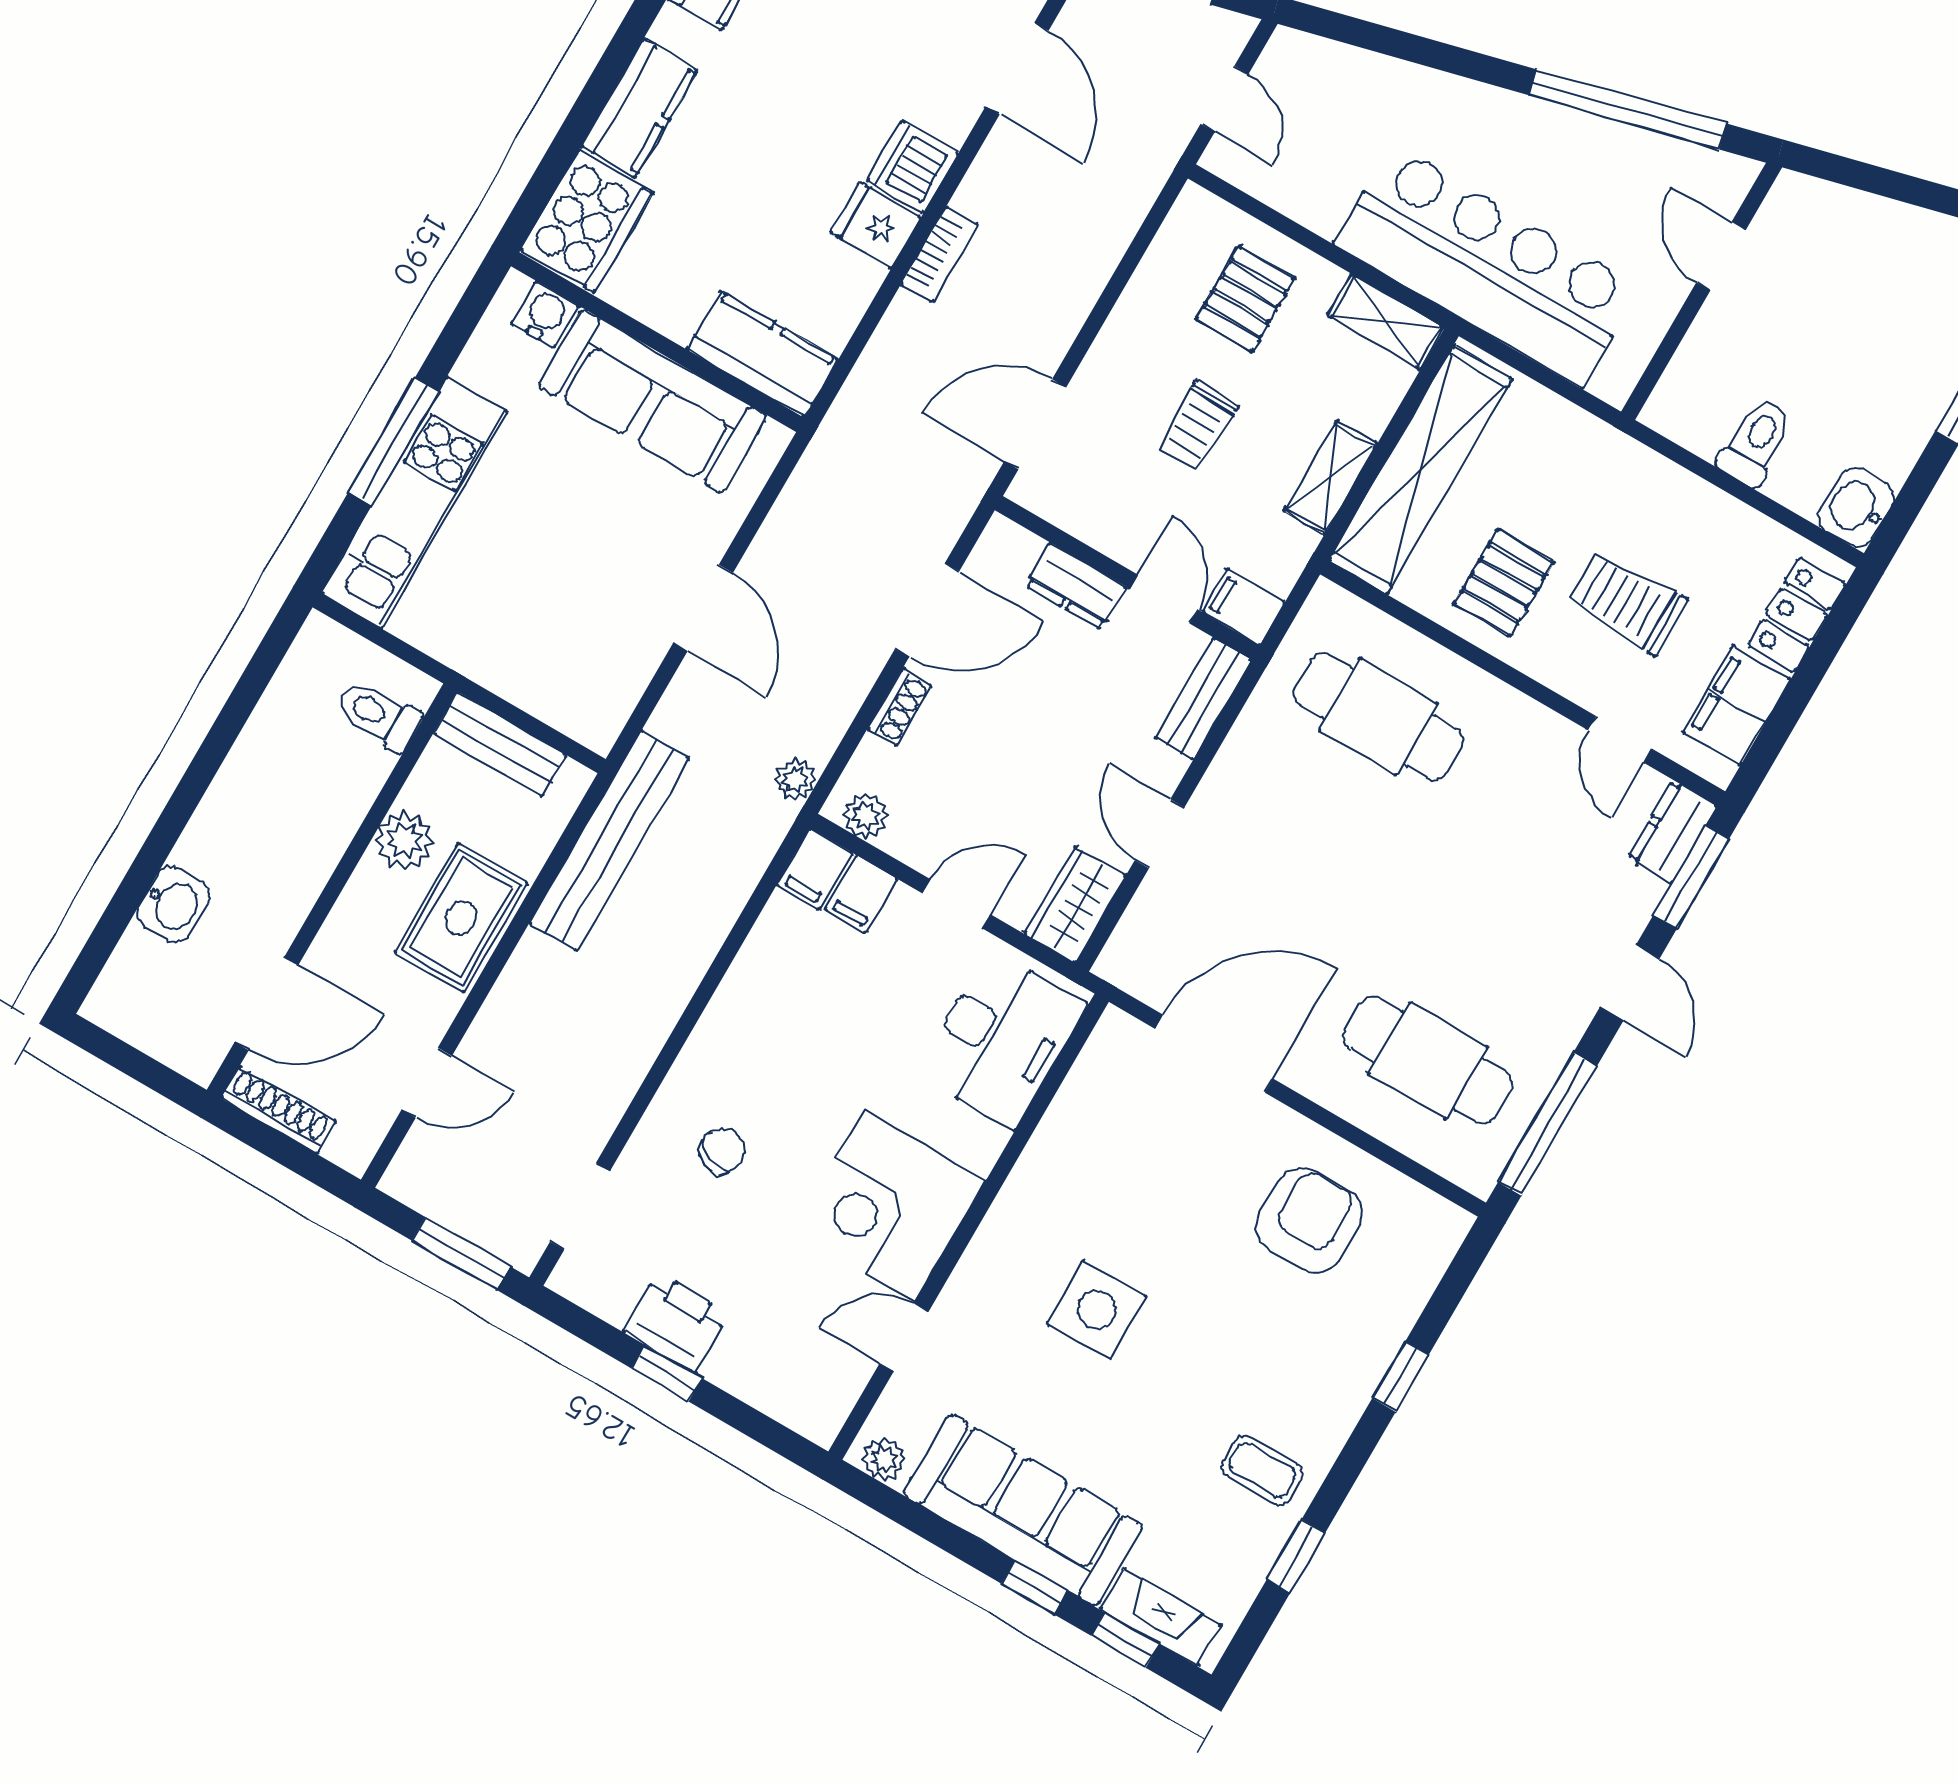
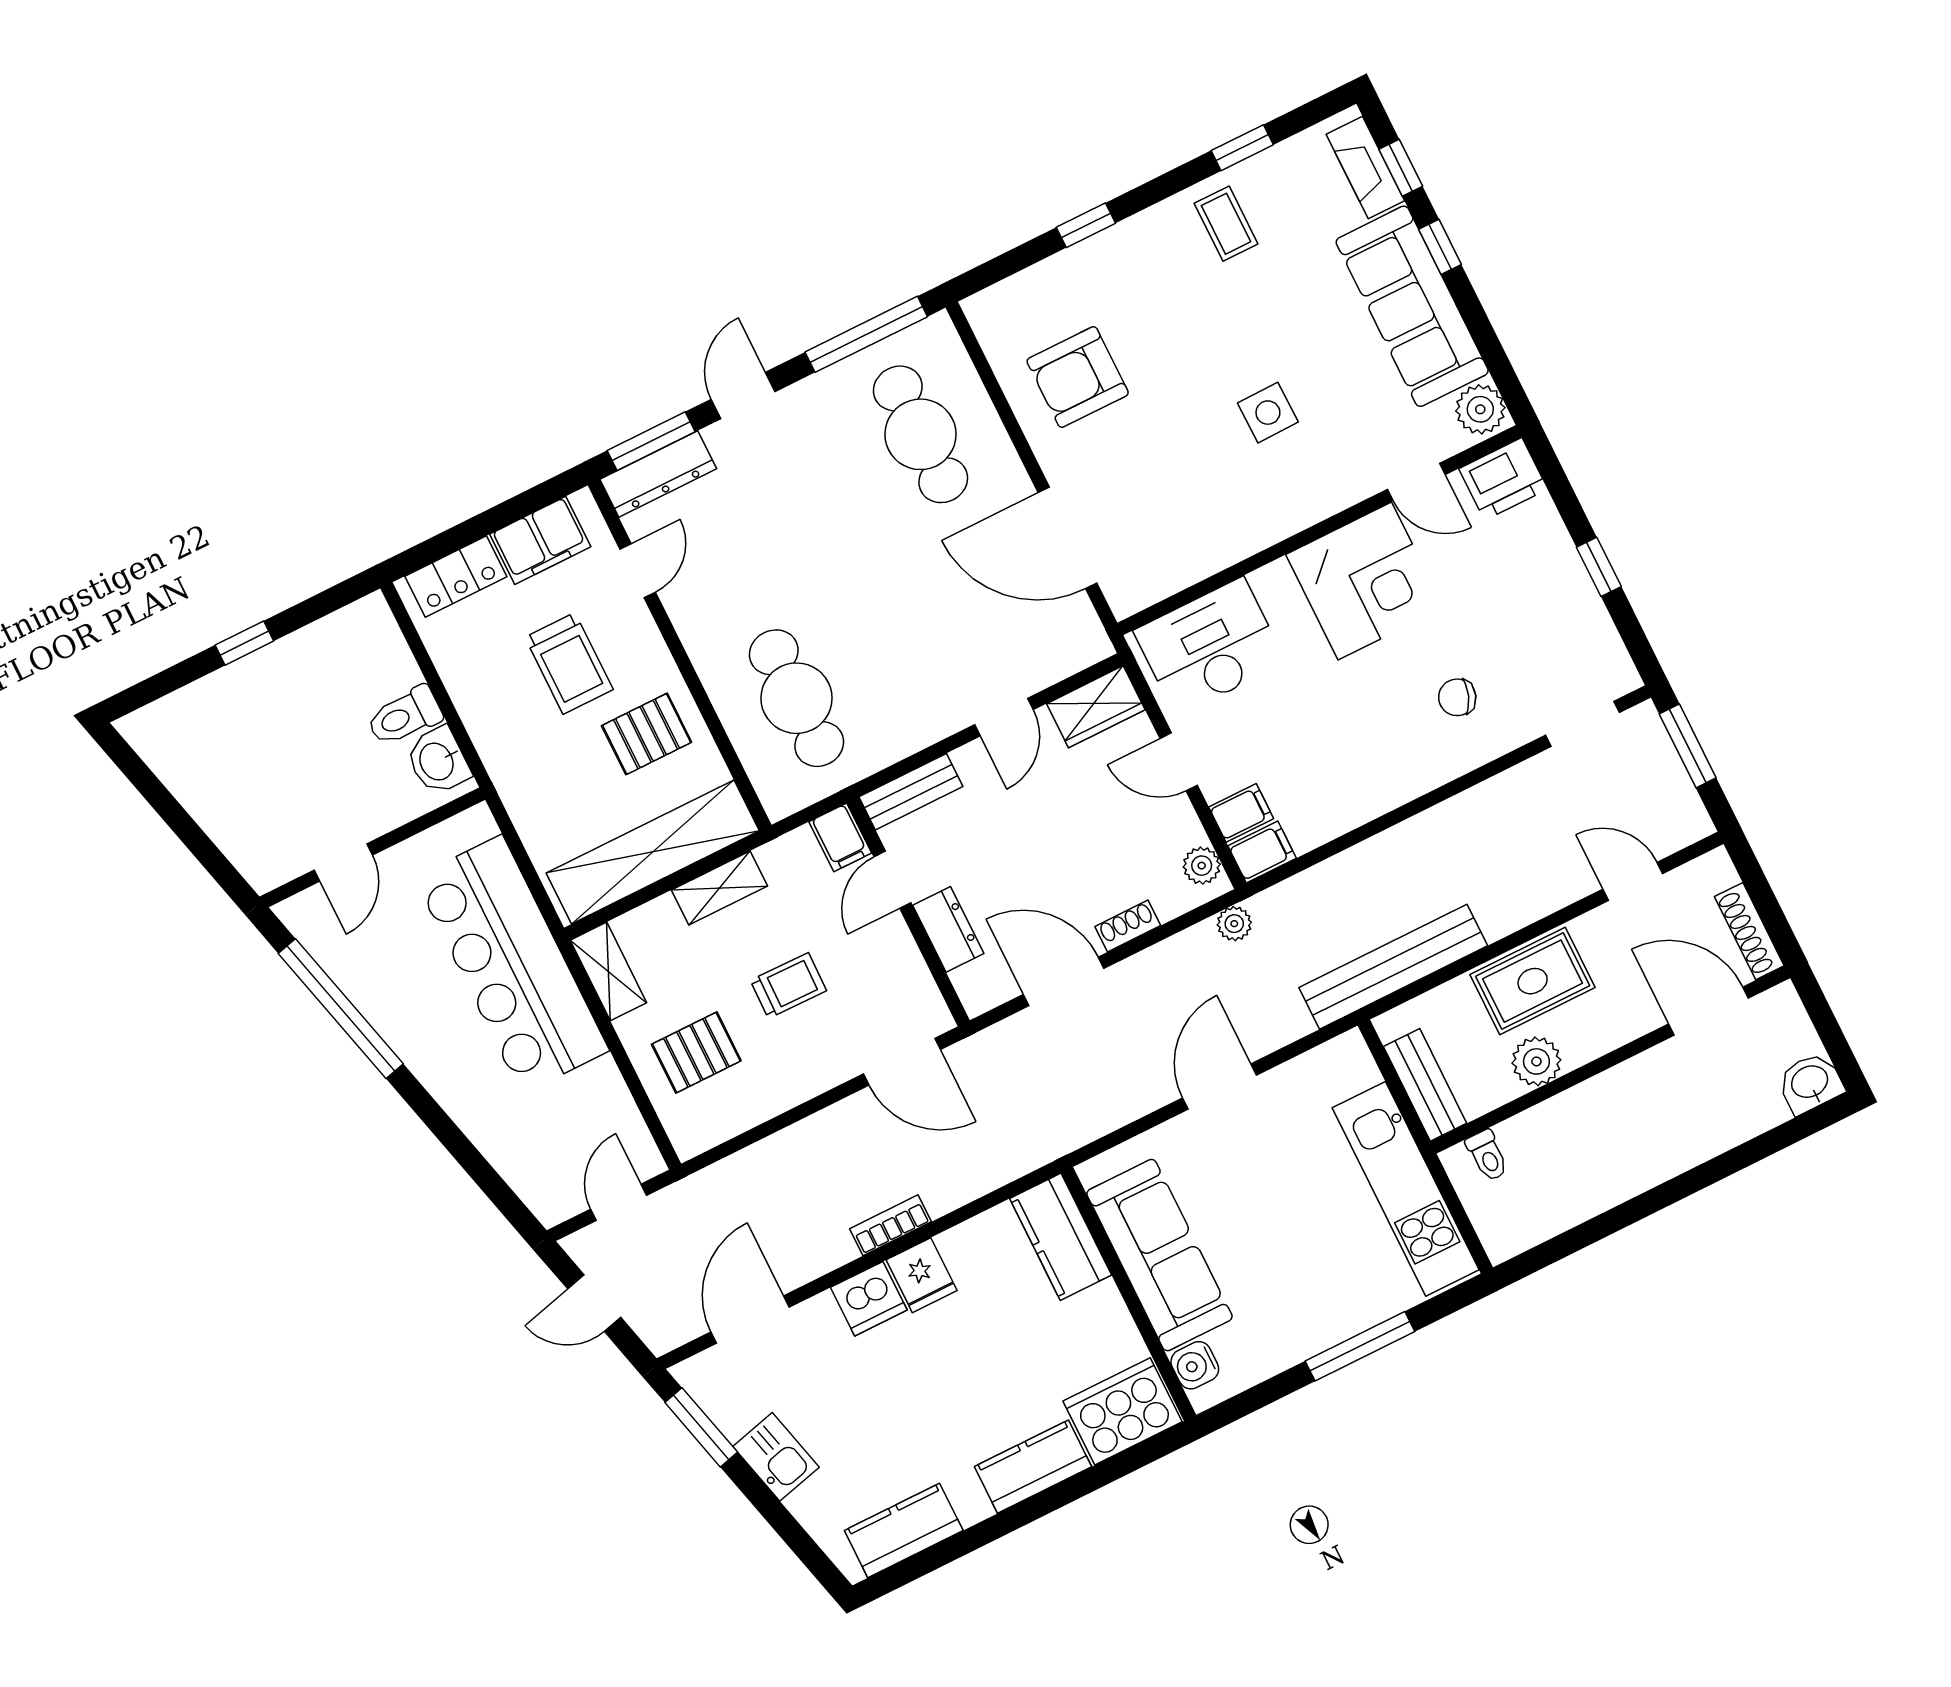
kitchen unit: (414, 503) -> (1406, 1189), moved, turned -90
washbasin: (1856, 507) -> (438, 761), moved, turned 90
toilet: (379, 715) -> (1487, 1155), width x0.73, depth x0.72
dresser: (1673, 832) -> (658, 474), width x1.44
washbasin: (173, 904) -> (1810, 1083), moved
side table: (1097, 1310) -> (1268, 413), width x0.73, depth x0.73
printer: (676, 1323) -> (1503, 479), moved, turned -90
plant: (884, 1459) -> (1480, 409), width x1.38, depth x1.38

